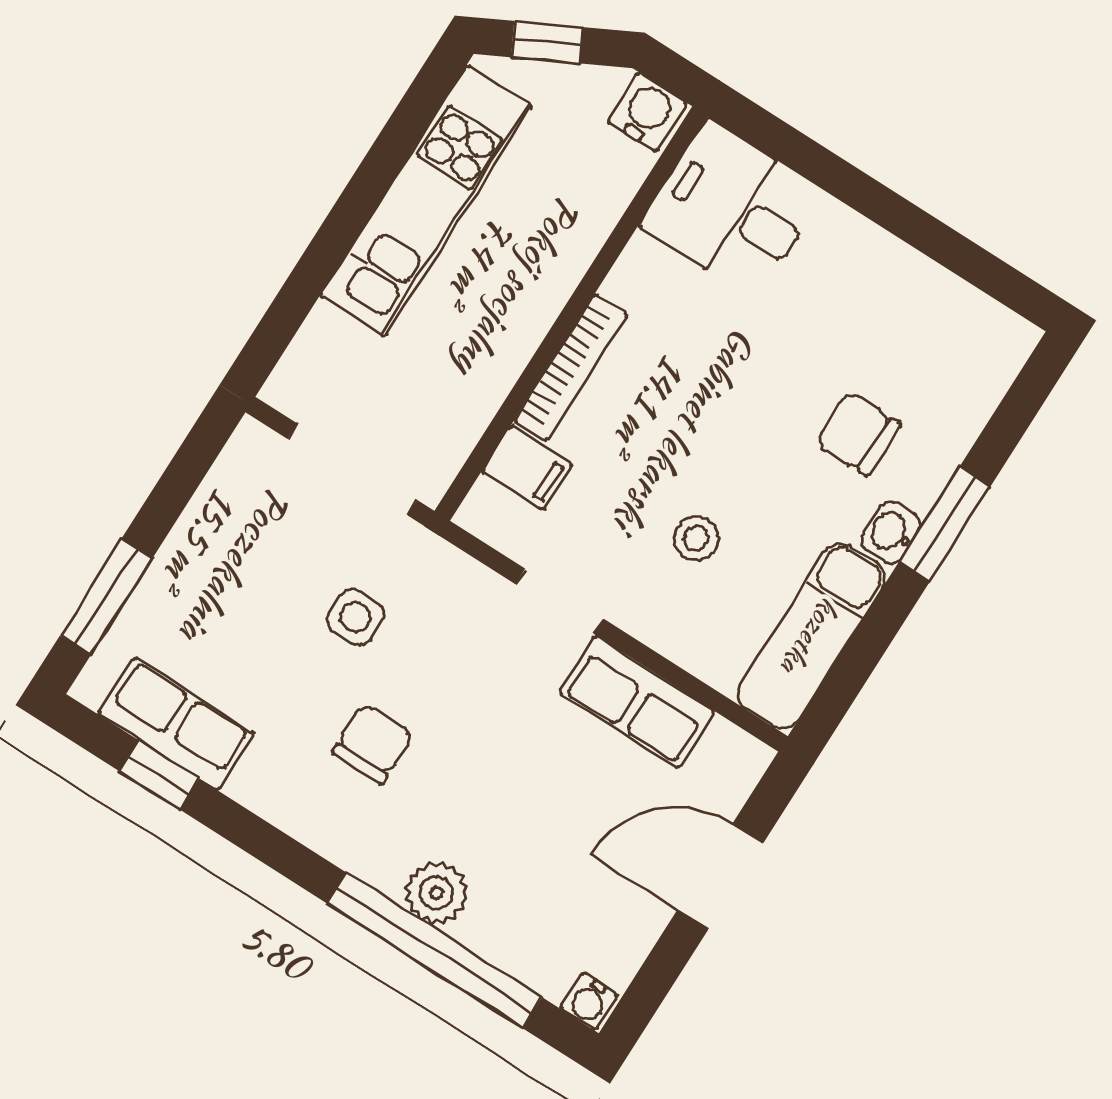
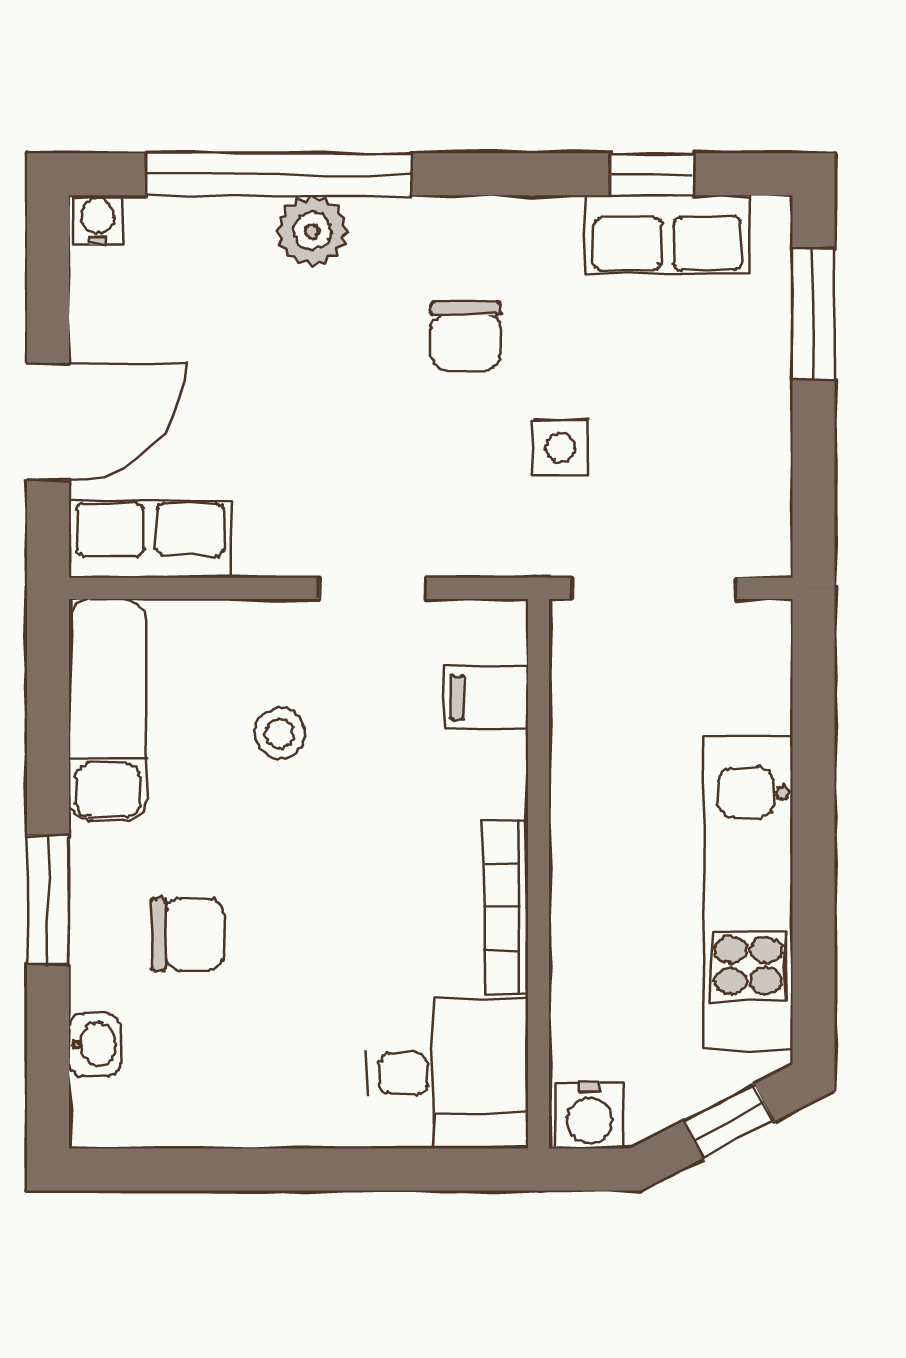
bookcase: (571, 367) -> (506, 906), moved
washbasin: (891, 532) -> (95, 1045), moved
row of seats: (637, 702) -> (150, 539), moved

